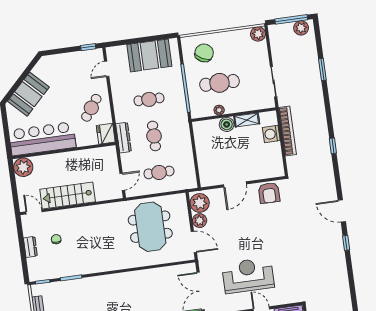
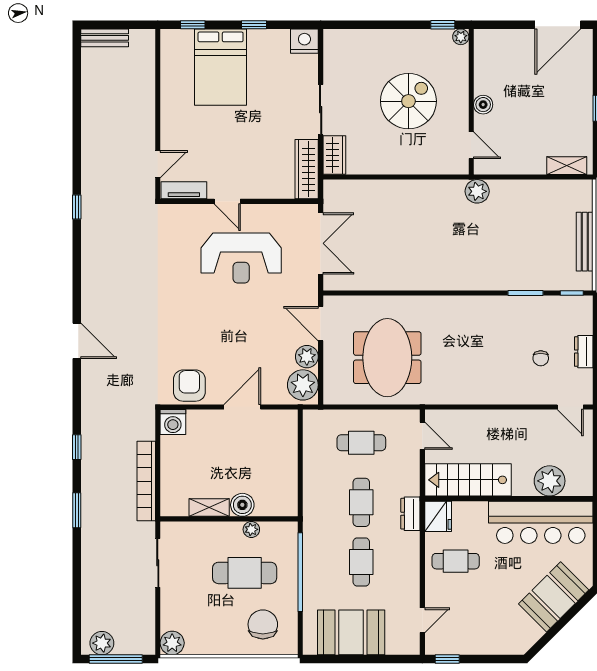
chair: (204, 53) -> (263, 624), turned 152
window: (322, 70) -> (77, 510), moved
cafe table: (149, 99) -> (361, 562), turned 90
cafe table: (91, 108) -> (456, 561), turned 54
washing machine: (271, 134) -> (173, 422), moved, turned 90
dresser: (124, 138) -> (410, 514), width x0.70
plant: (23, 167) -> (550, 481), moved
door: (122, 182) -> (422, 436), swing flipped
stairs: (68, 196) -> (468, 480), moved, turned 180
window: (346, 243) -> (77, 207), moved

